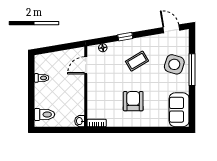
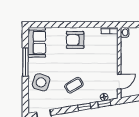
window: (103, 40) -> (104, 104), added
window: (192, 70) -> (25, 62), moved
armchair: (133, 101) -> (75, 40), moved, turned 90

